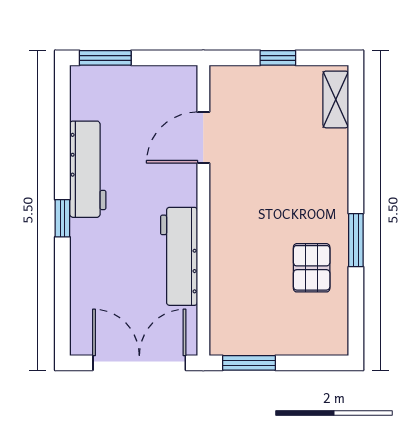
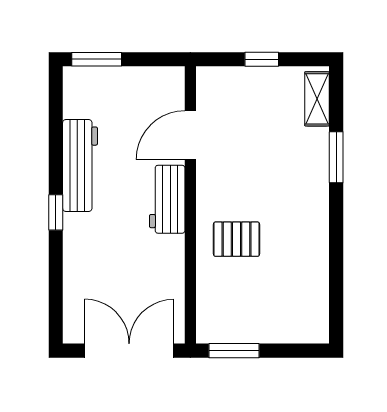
window: (356, 240) -> (336, 157), moved
workbench: (179, 256) -> (167, 199), moved, width x0.73
pallet: (312, 268) -> (237, 239), moved, turned 90

